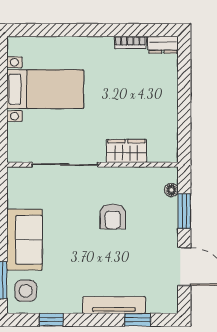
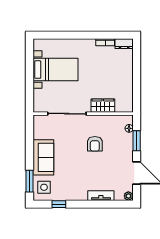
tv unit: (114, 305) -> (101, 196), width x0.71
plant: (170, 306) -> (128, 196), added
window: (138, 320) -> (109, 204), removed

